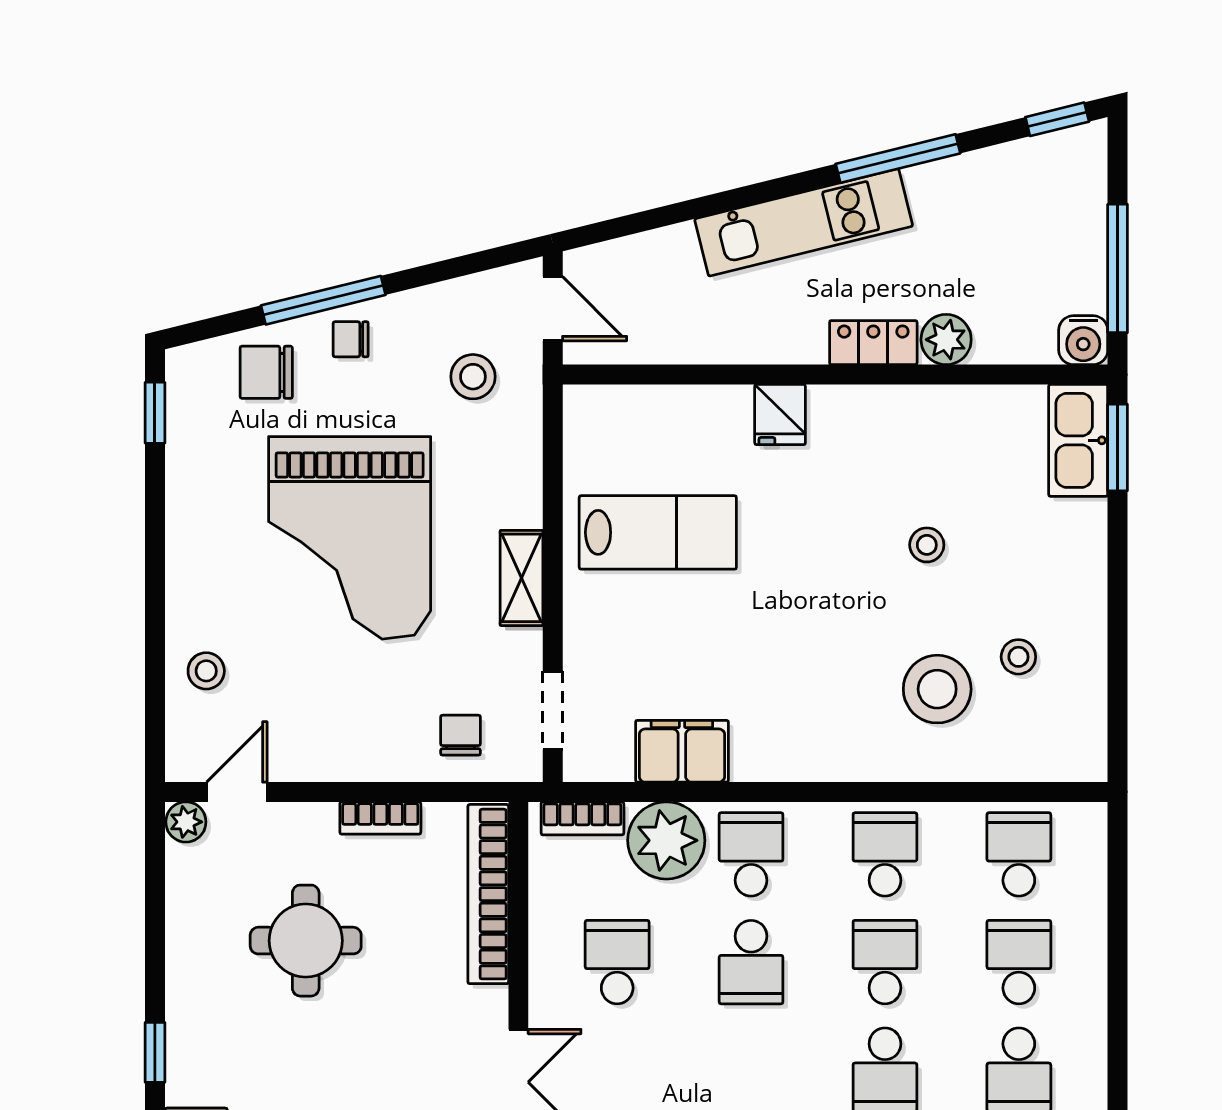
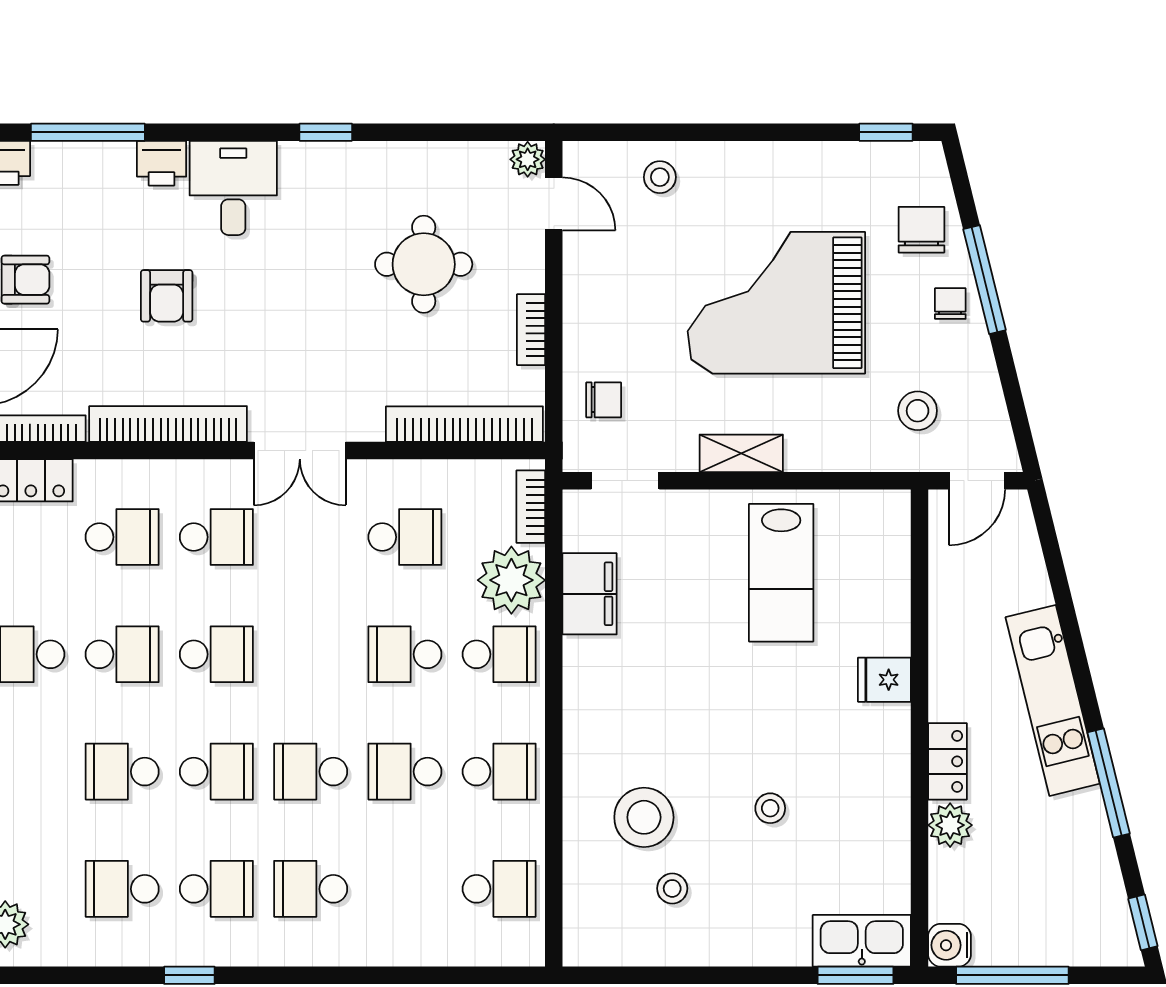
school desk: (885, 962) -> (405, 772), turned 180
school desk: (1019, 962) -> (405, 889), removed

